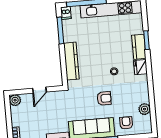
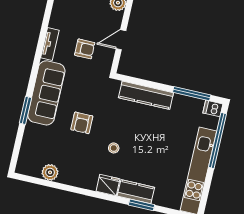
door: (39, 90) -> (121, 40), hinge flipped
armchair: (126, 123) -> (85, 49), moved

